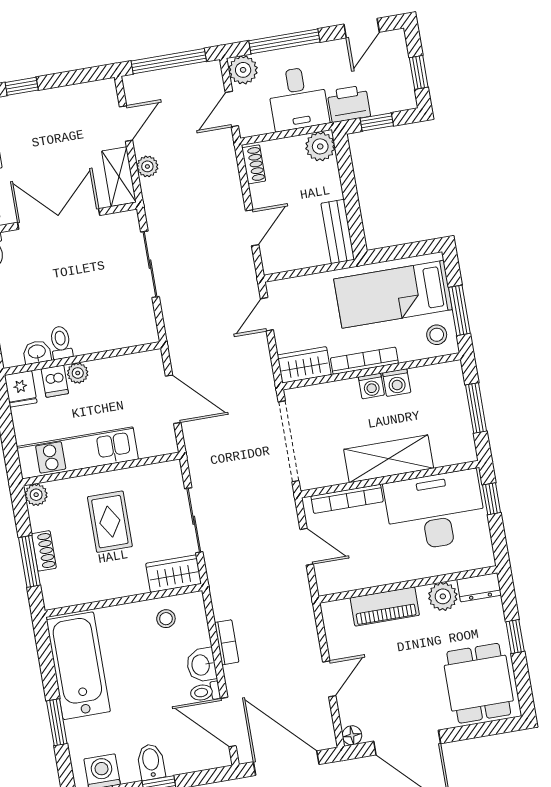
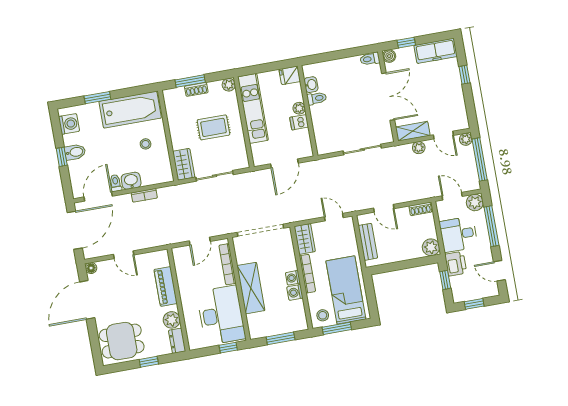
plant: (133, 85) -> (466, 139), added
bench: (338, 231) -> (368, 242), moved, turned 90
dishwasher: (55, 381) -> (299, 122), moved
stool: (166, 619) -> (146, 144), moved

